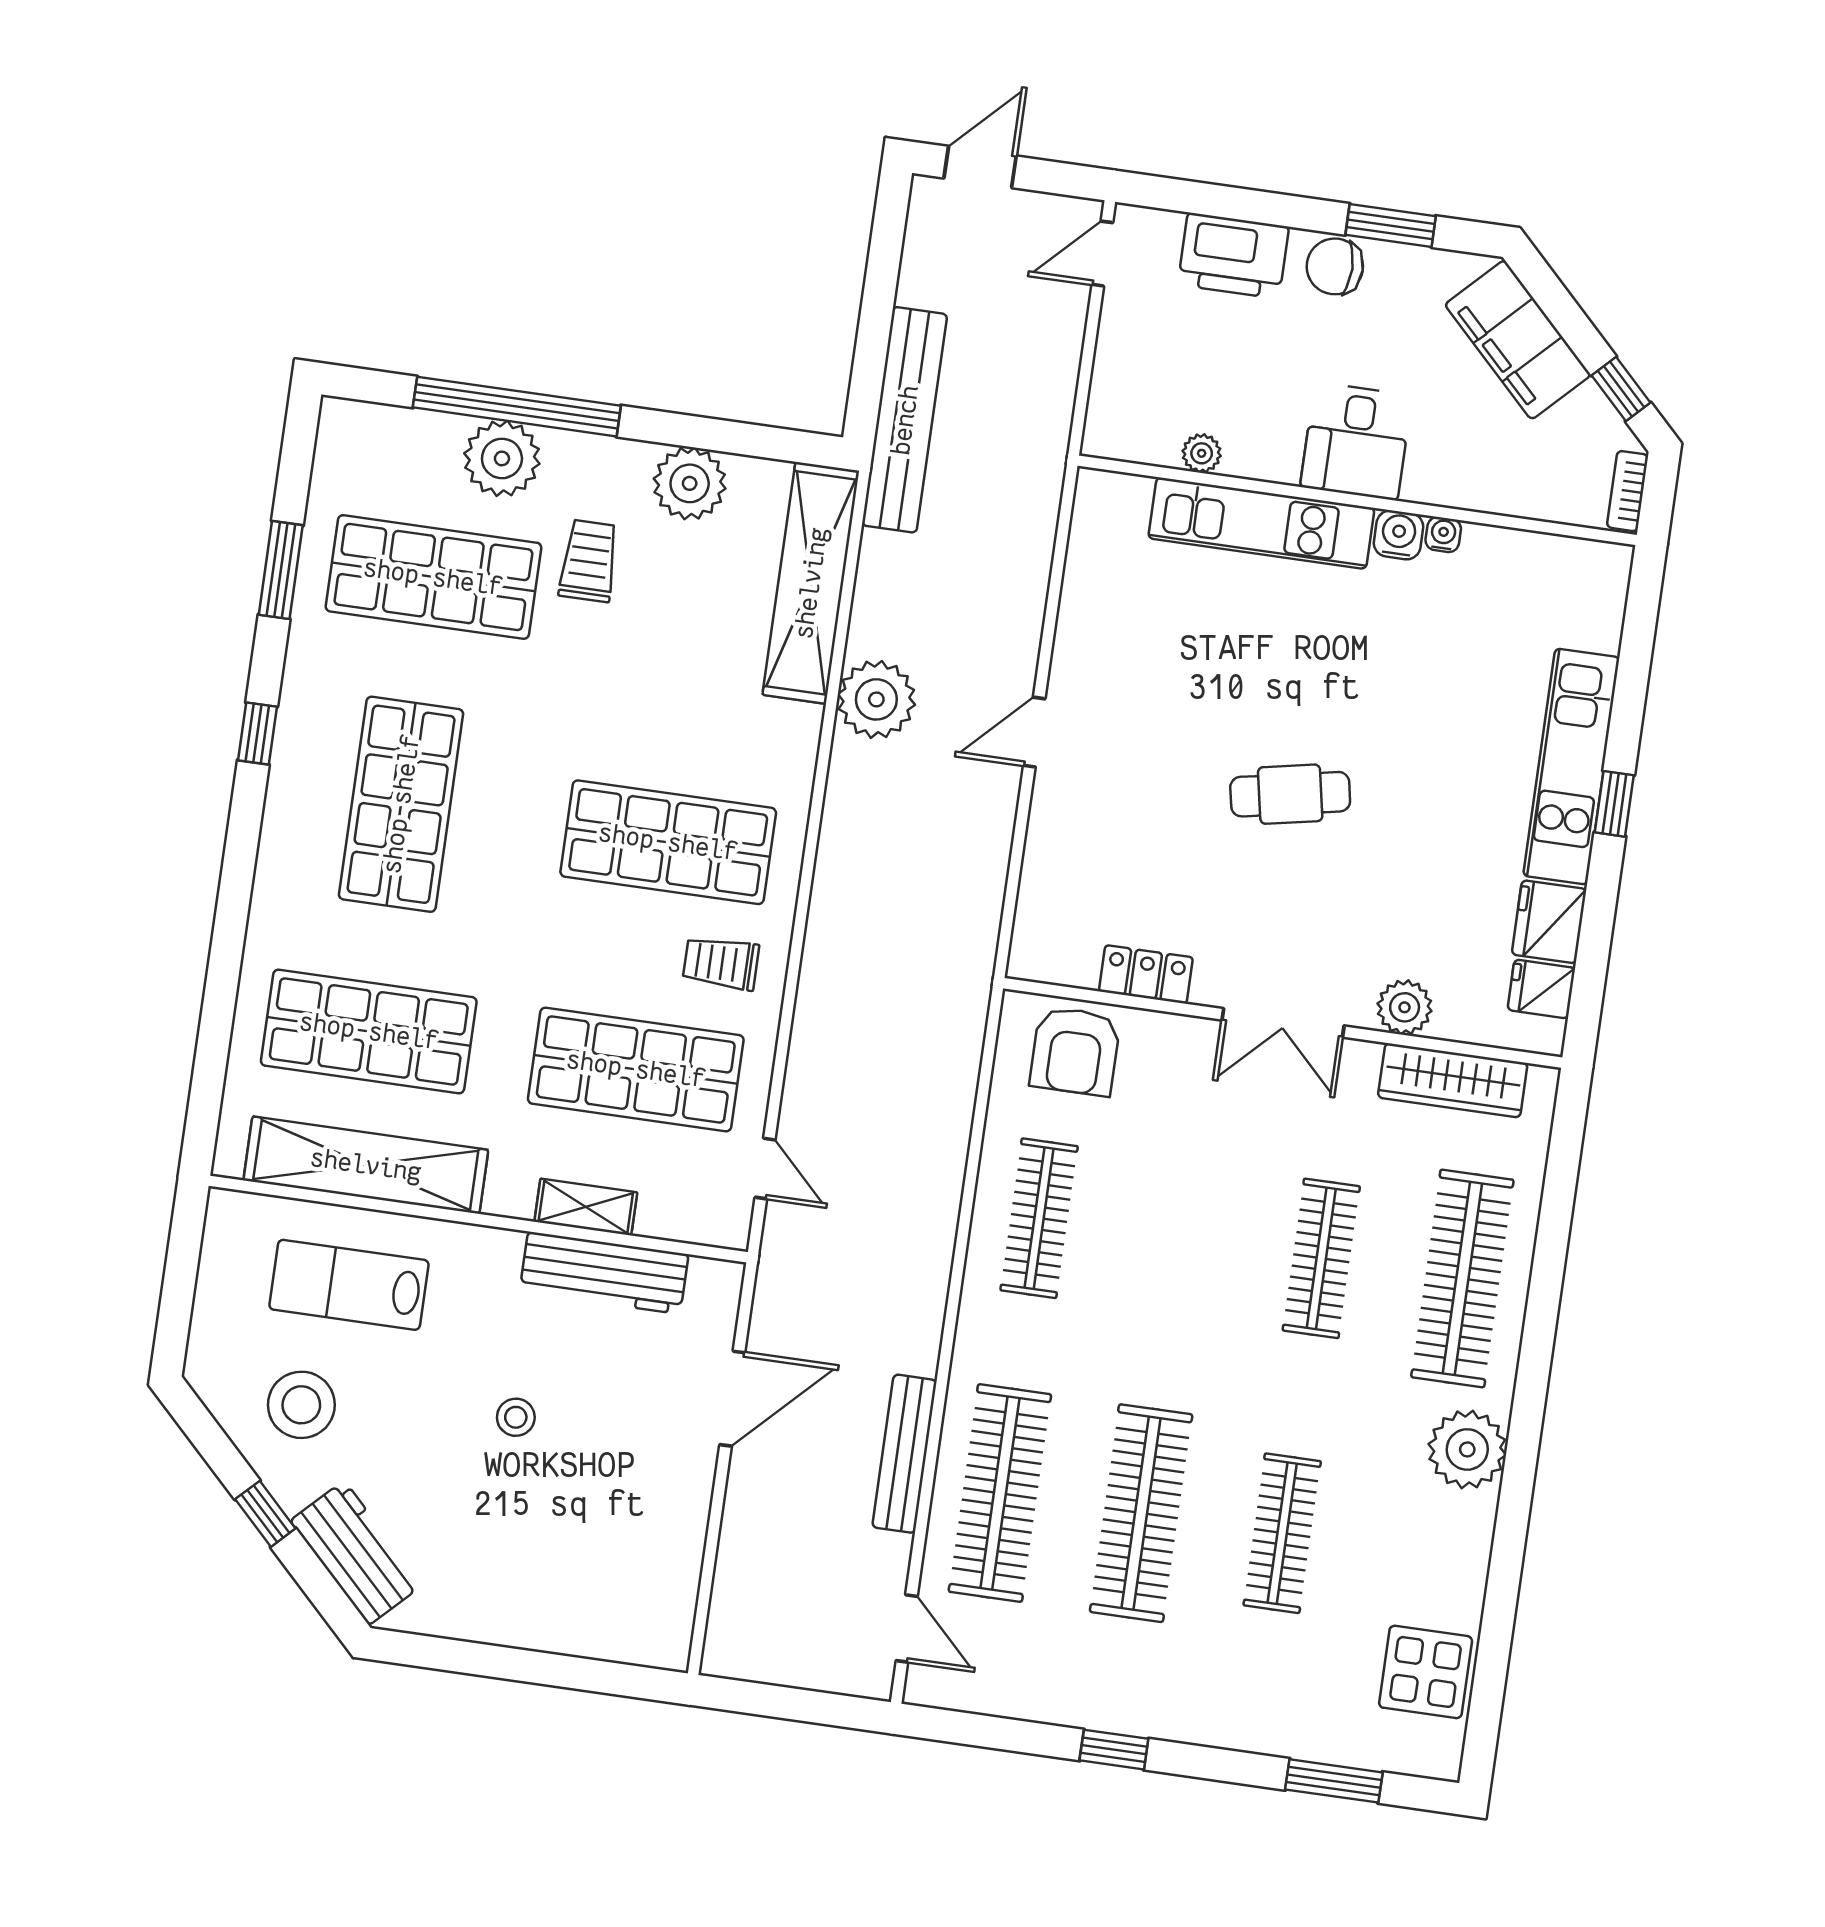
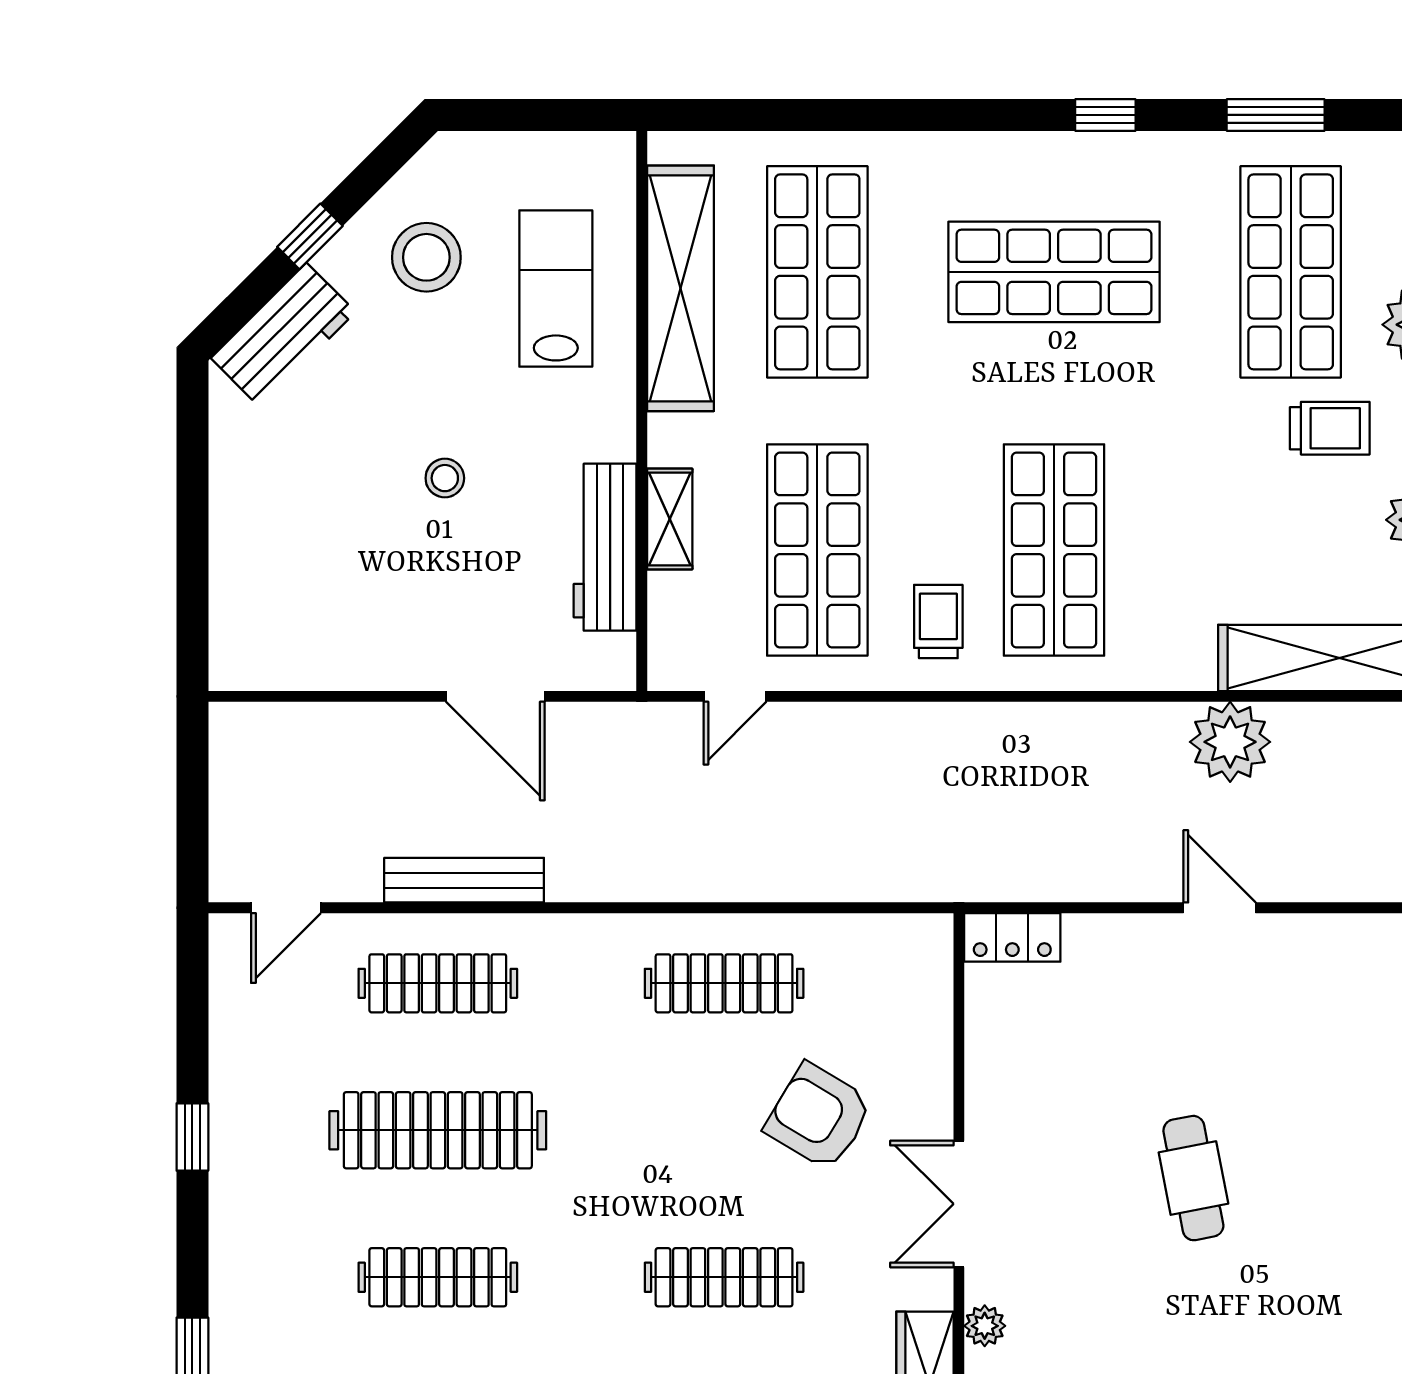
locker: (1146, 974) -> (1012, 937), moved, turned 90
plant: (1405, 1007) -> (985, 1326), width x0.73, depth x0.73
armchair: (1075, 1051) -> (819, 1116), moved, turned 31
clothes rail: (1000, 1493) -> (438, 983), width x0.73, depth x0.76

